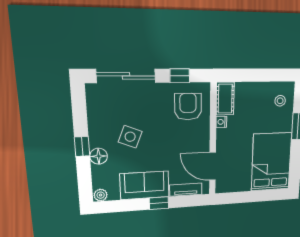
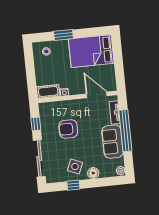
armchair: (188, 107) -> (68, 129), moved
side table: (130, 137) -> (75, 166), moved
window: (82, 146) -> (73, 185), moved
door: (213, 166) -> (97, 95), swing flipped
window: (159, 203) -> (125, 131), width x3.17

